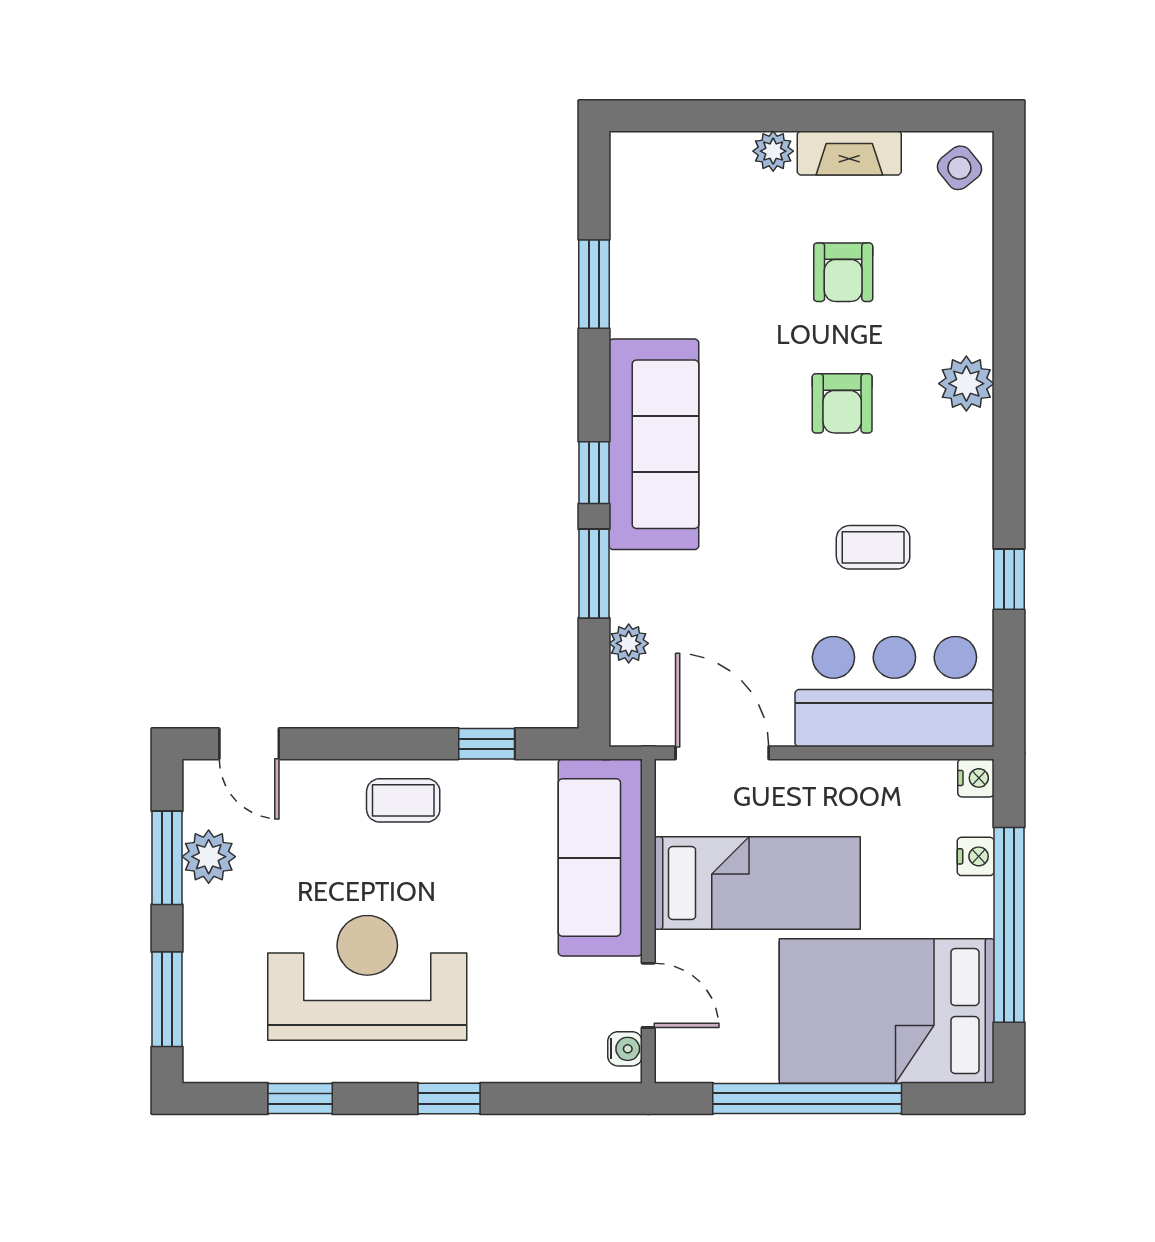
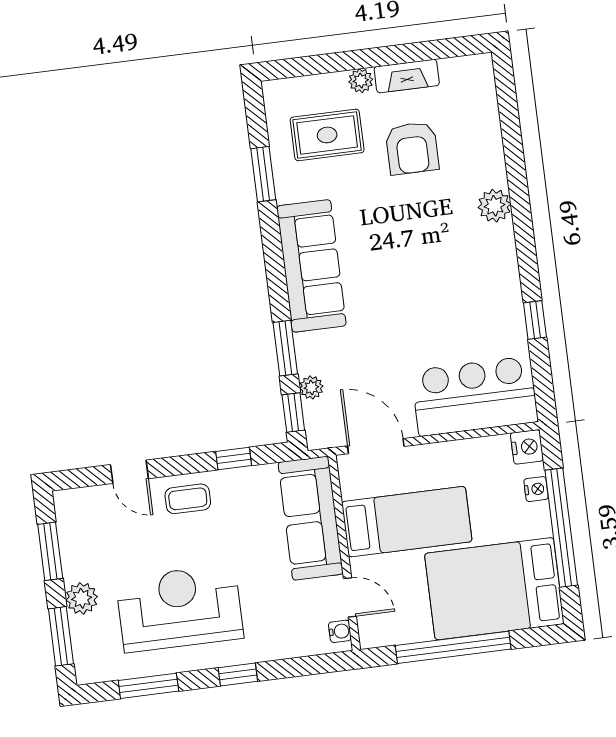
side table: (959, 168) -> (474, 77), removed
rug: (707, 233) -> (327, 135), added
armchair: (843, 272) -> (412, 148), width x1.38, depth x1.38
armchair: (842, 403) -> (421, 227), removed
window: (594, 473) -> (293, 412), moved
coffee table: (873, 547) -> (451, 311), removed
door: (249, 744) -> (129, 472), moved
nightstand: (976, 778) -> (527, 447), width x1.39, depth x1.35
plant: (209, 857) -> (82, 598), moved
window: (300, 1098) -> (148, 686), width x1.50

